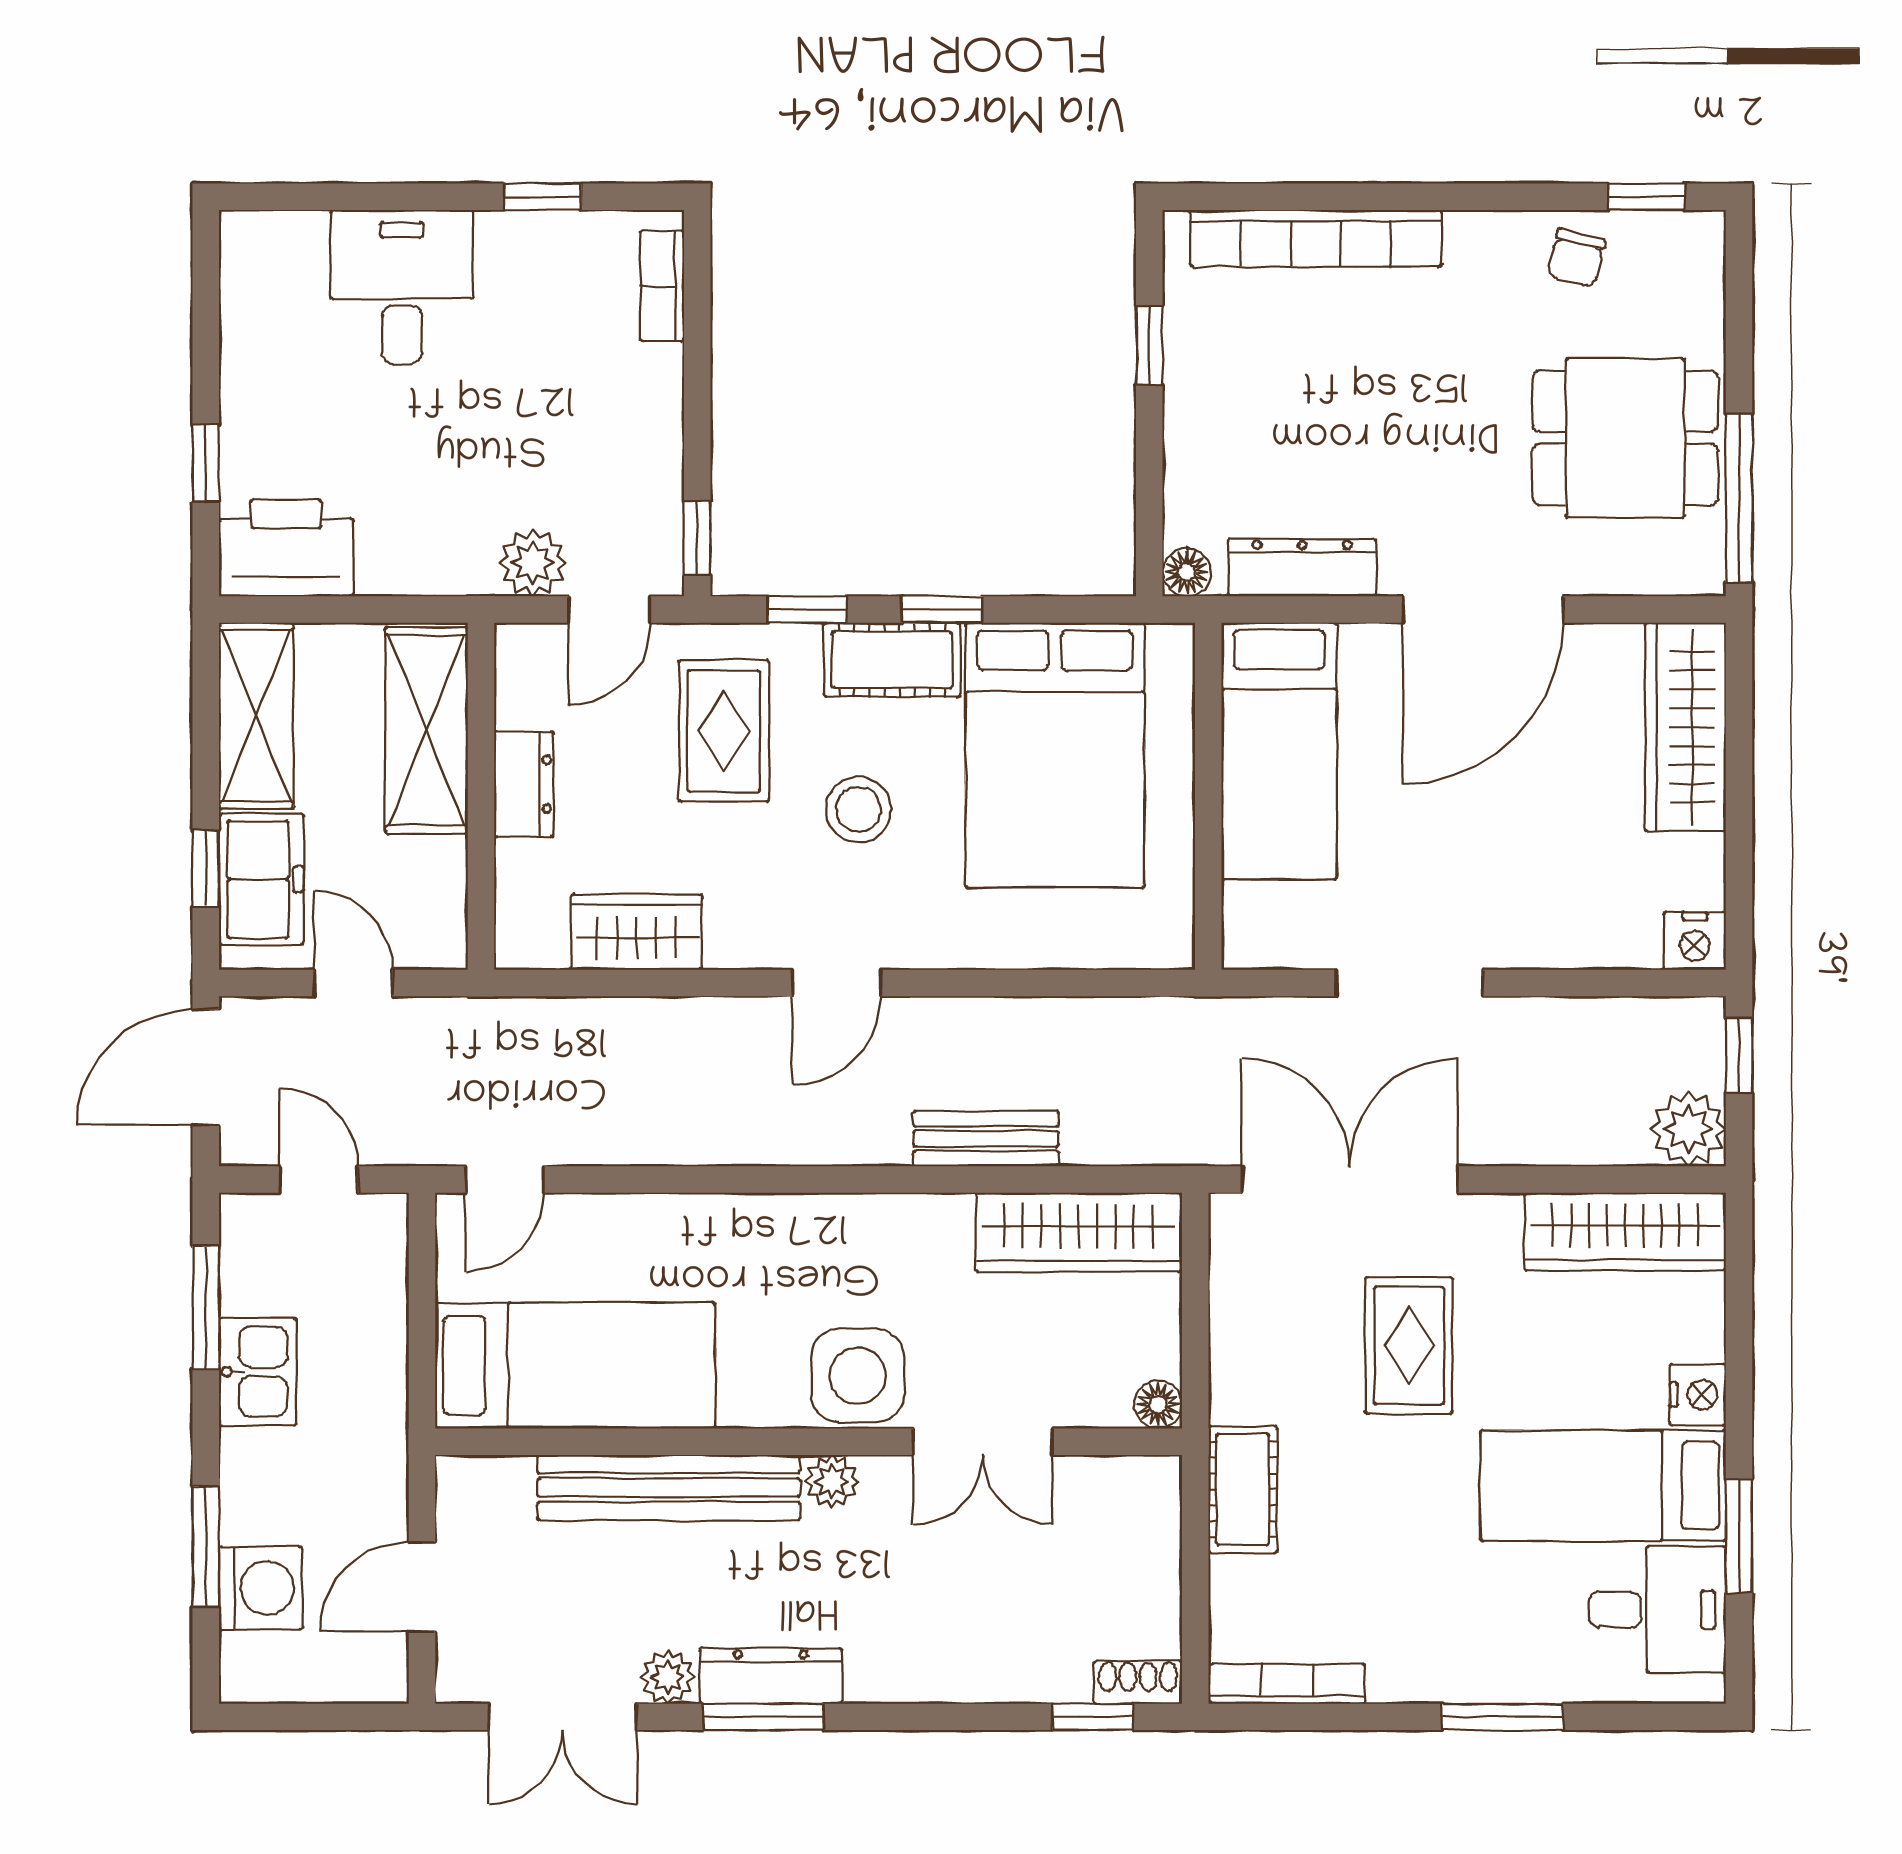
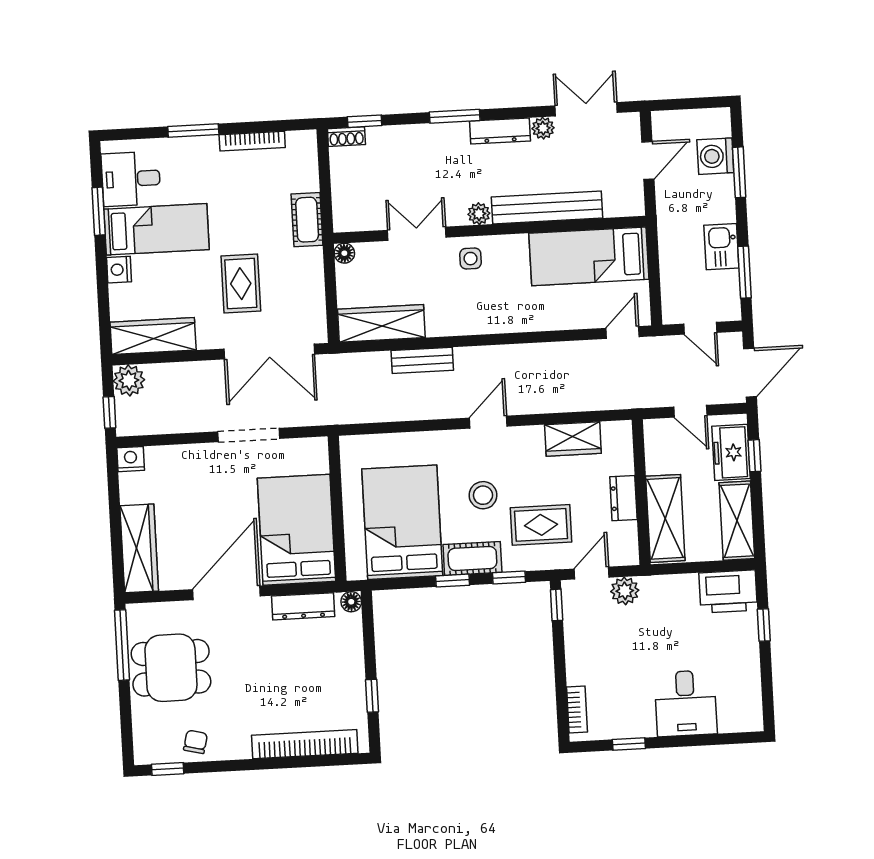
rug: (724, 731) -> (541, 525), turned 90
bed: (1279, 751) -> (296, 530), width x1.50
side table: (858, 1376) -> (471, 259), width x0.54, depth x0.54
bookcase: (1287, 1684) -> (252, 141), moved
window: (763, 1717) -> (455, 116), moved

